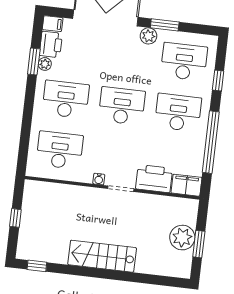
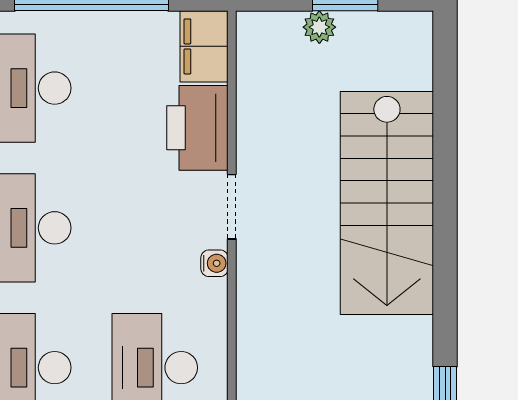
plant: (182, 238) -> (319, 27), width x0.53, depth x0.53
stairs: (102, 256) -> (387, 203), width x1.36, depth x1.51

